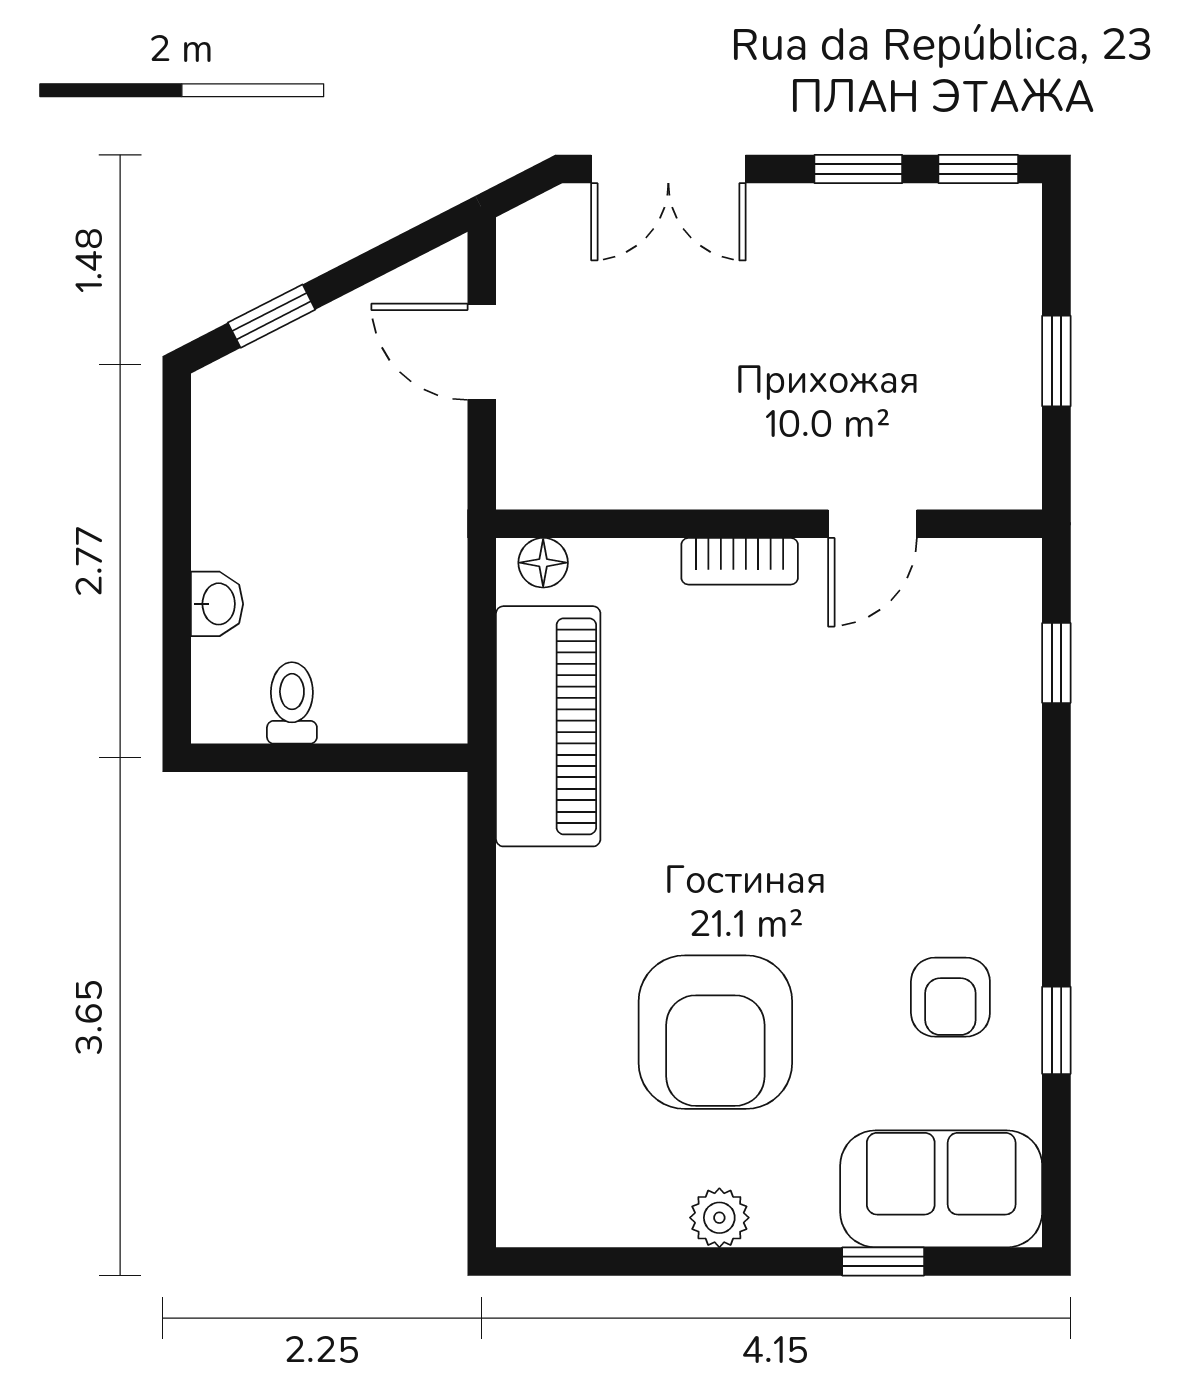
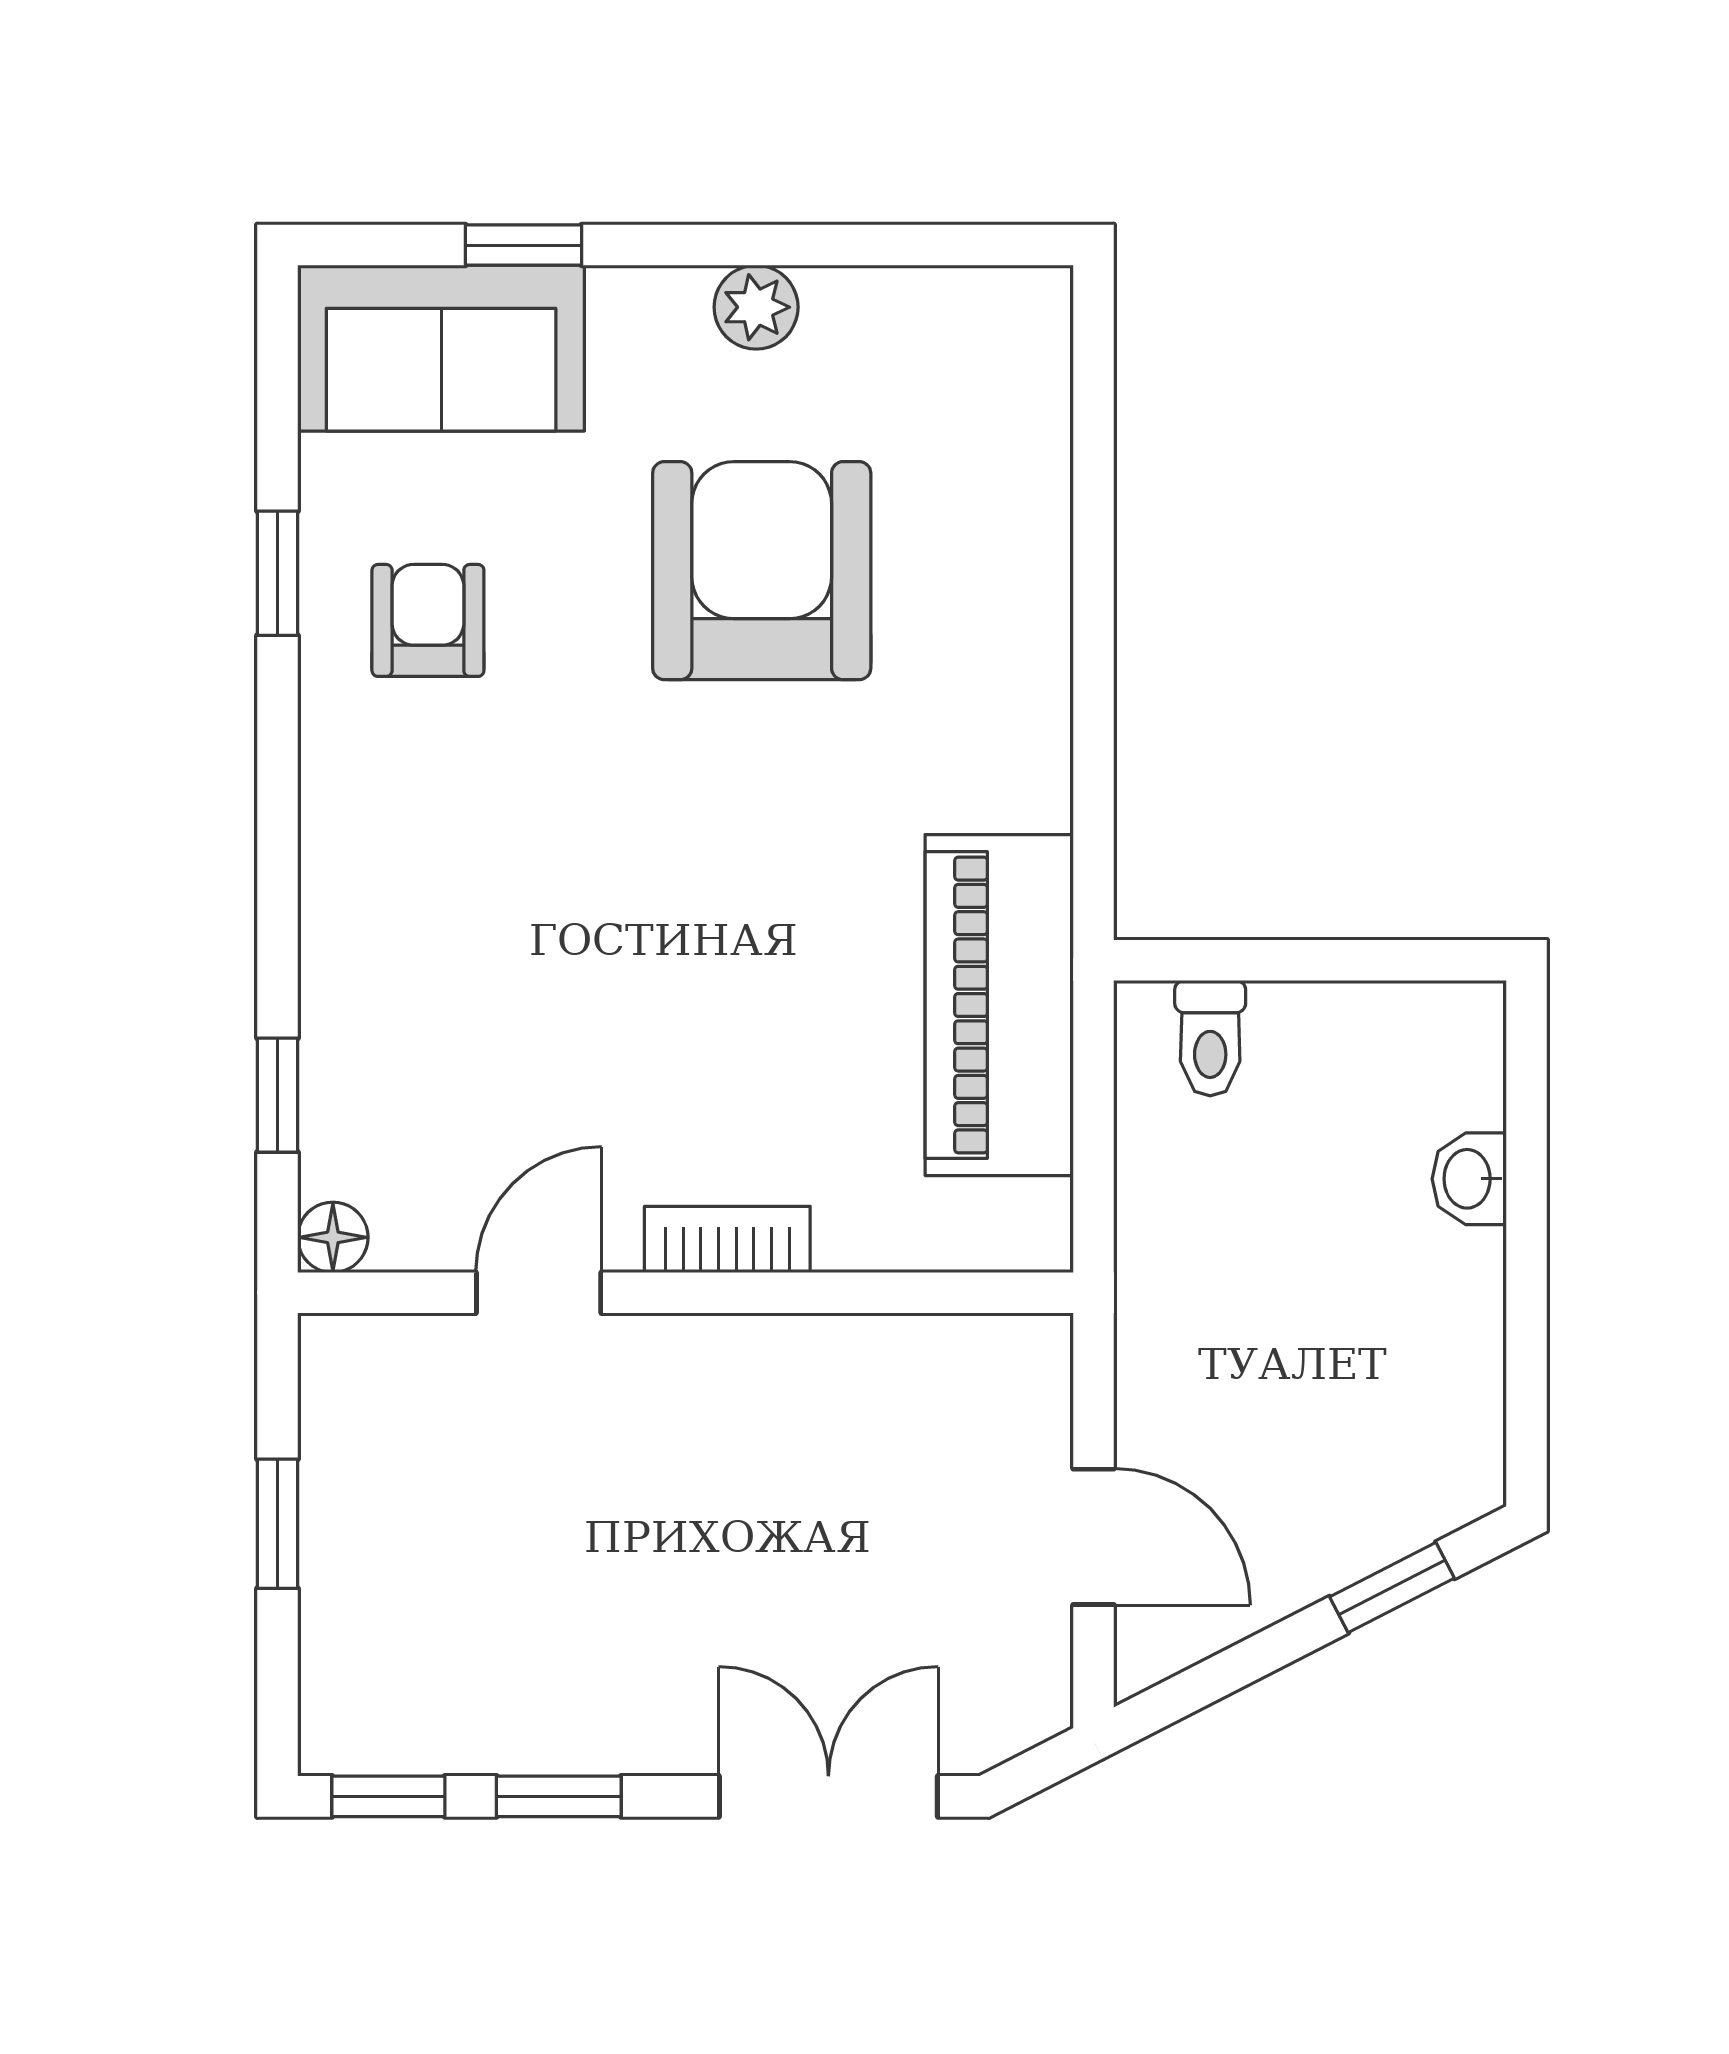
floor lamp: (543, 563) -> (333, 1237), moved
toilet: (292, 703) -> (1210, 1038), moved

